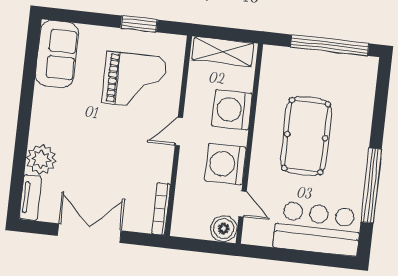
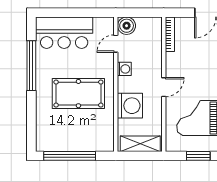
pool table: (306, 136) -> (78, 94), turned 90
washing machine: (225, 164) -> (124, 69), width x0.53, depth x0.53
door: (243, 204) -> (116, 44), hinge flipped

